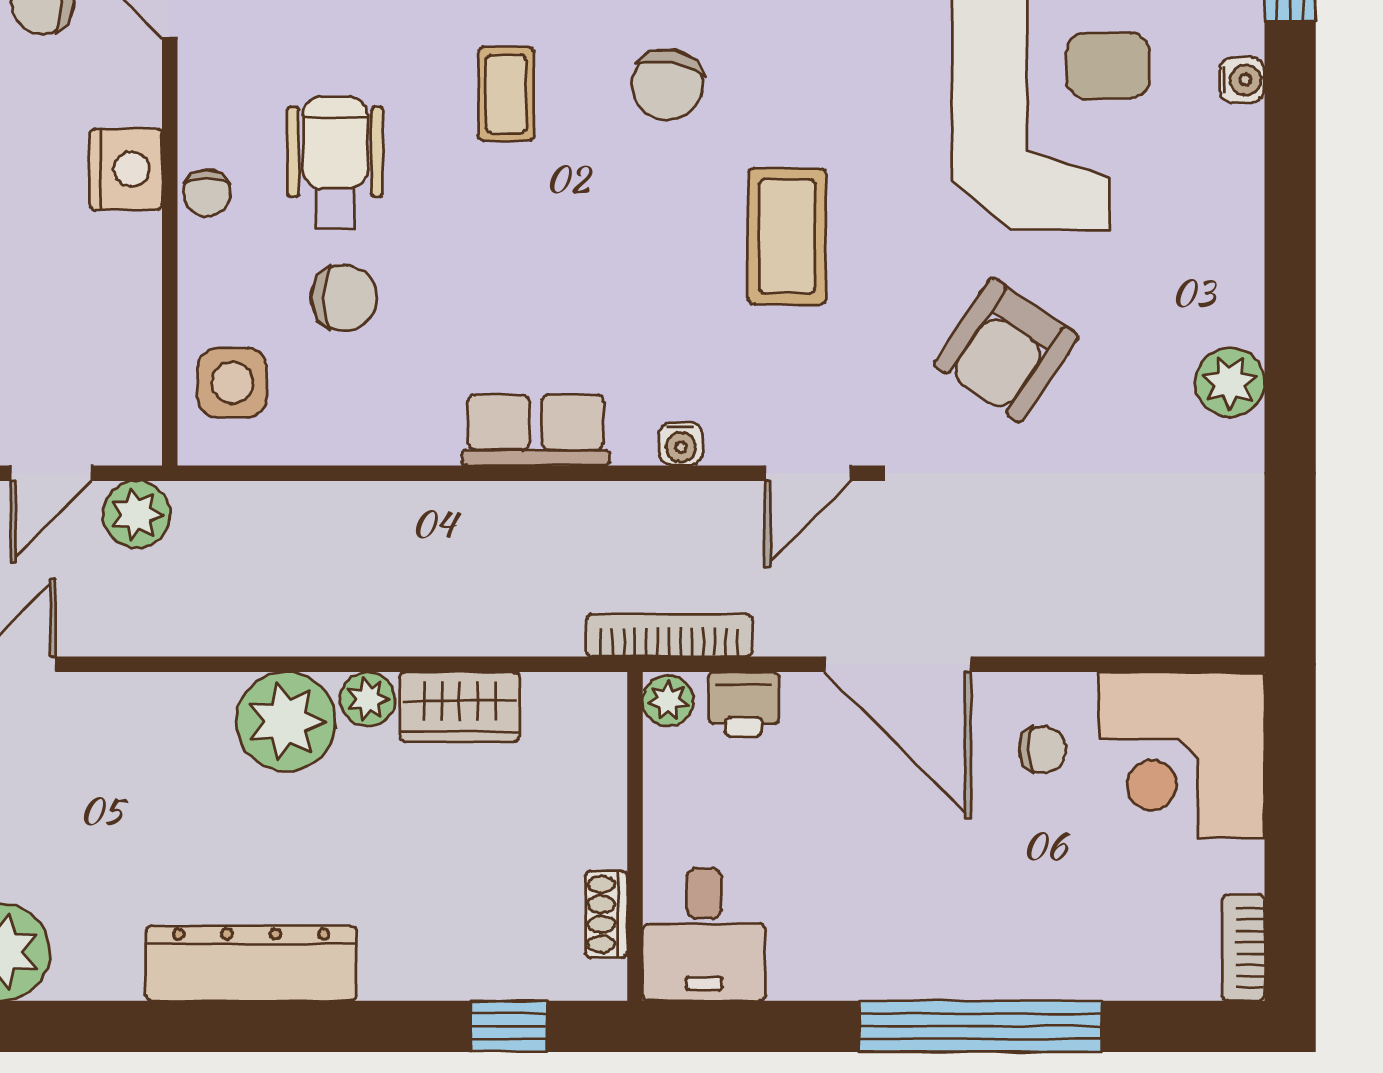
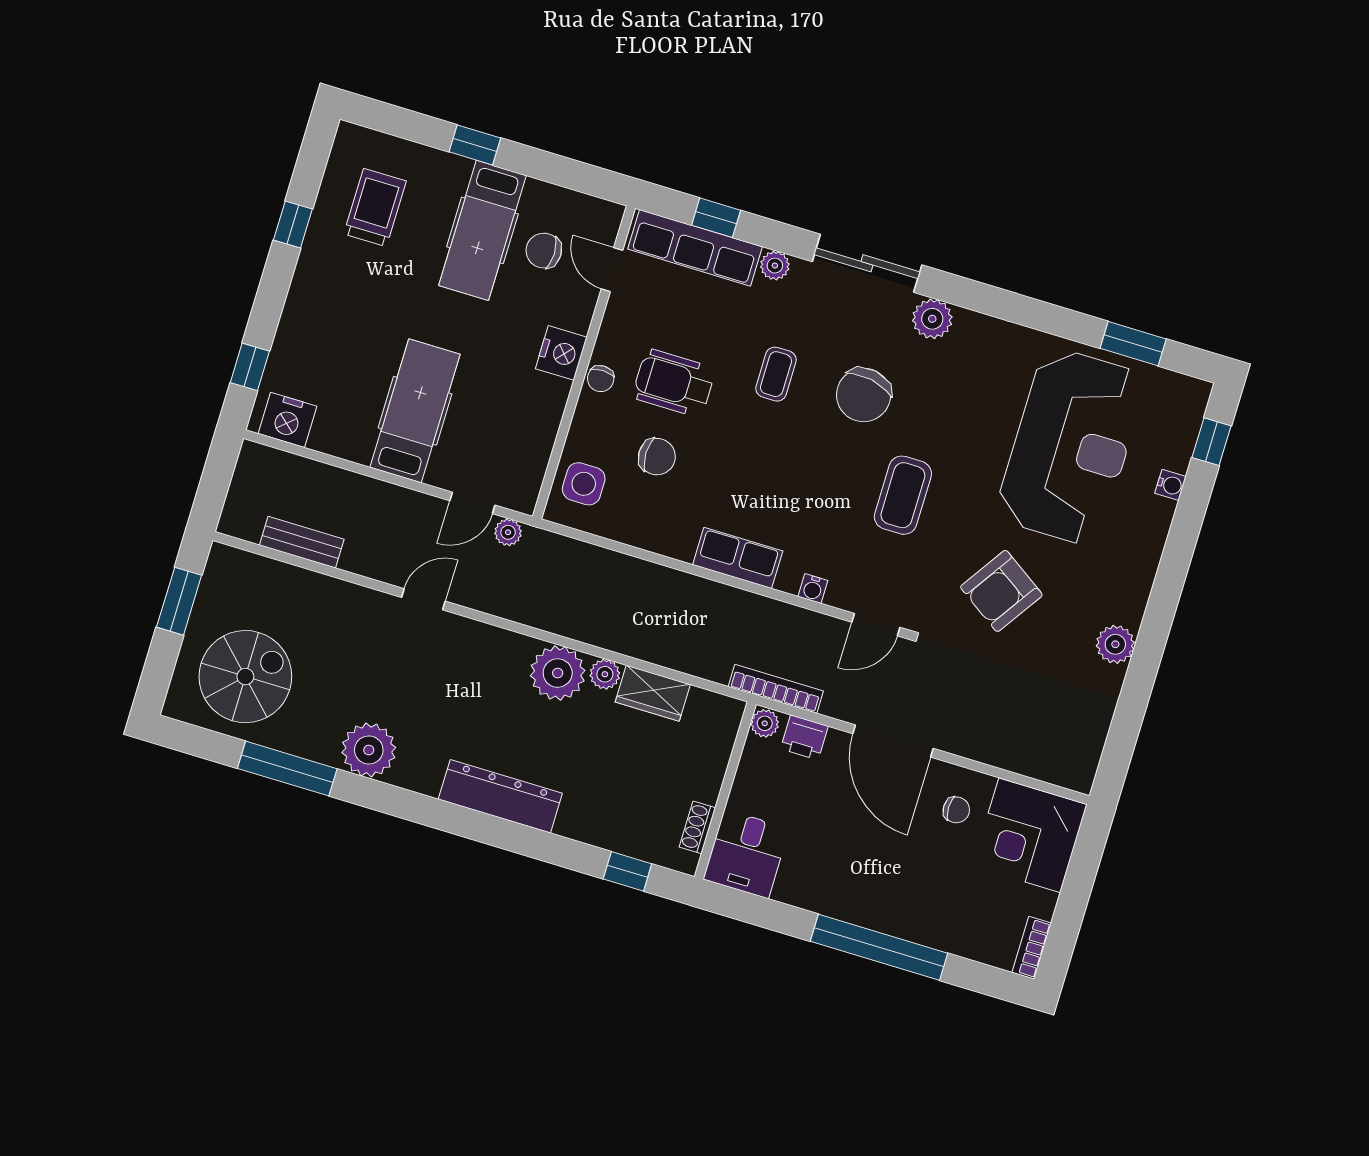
chair: (667, 84) -> (864, 395), width x1.37, depth x1.37
wheelchair: (335, 162) -> (674, 383), turned -90
plant: (137, 514) -> (508, 532), width x0.73, depth x0.73

